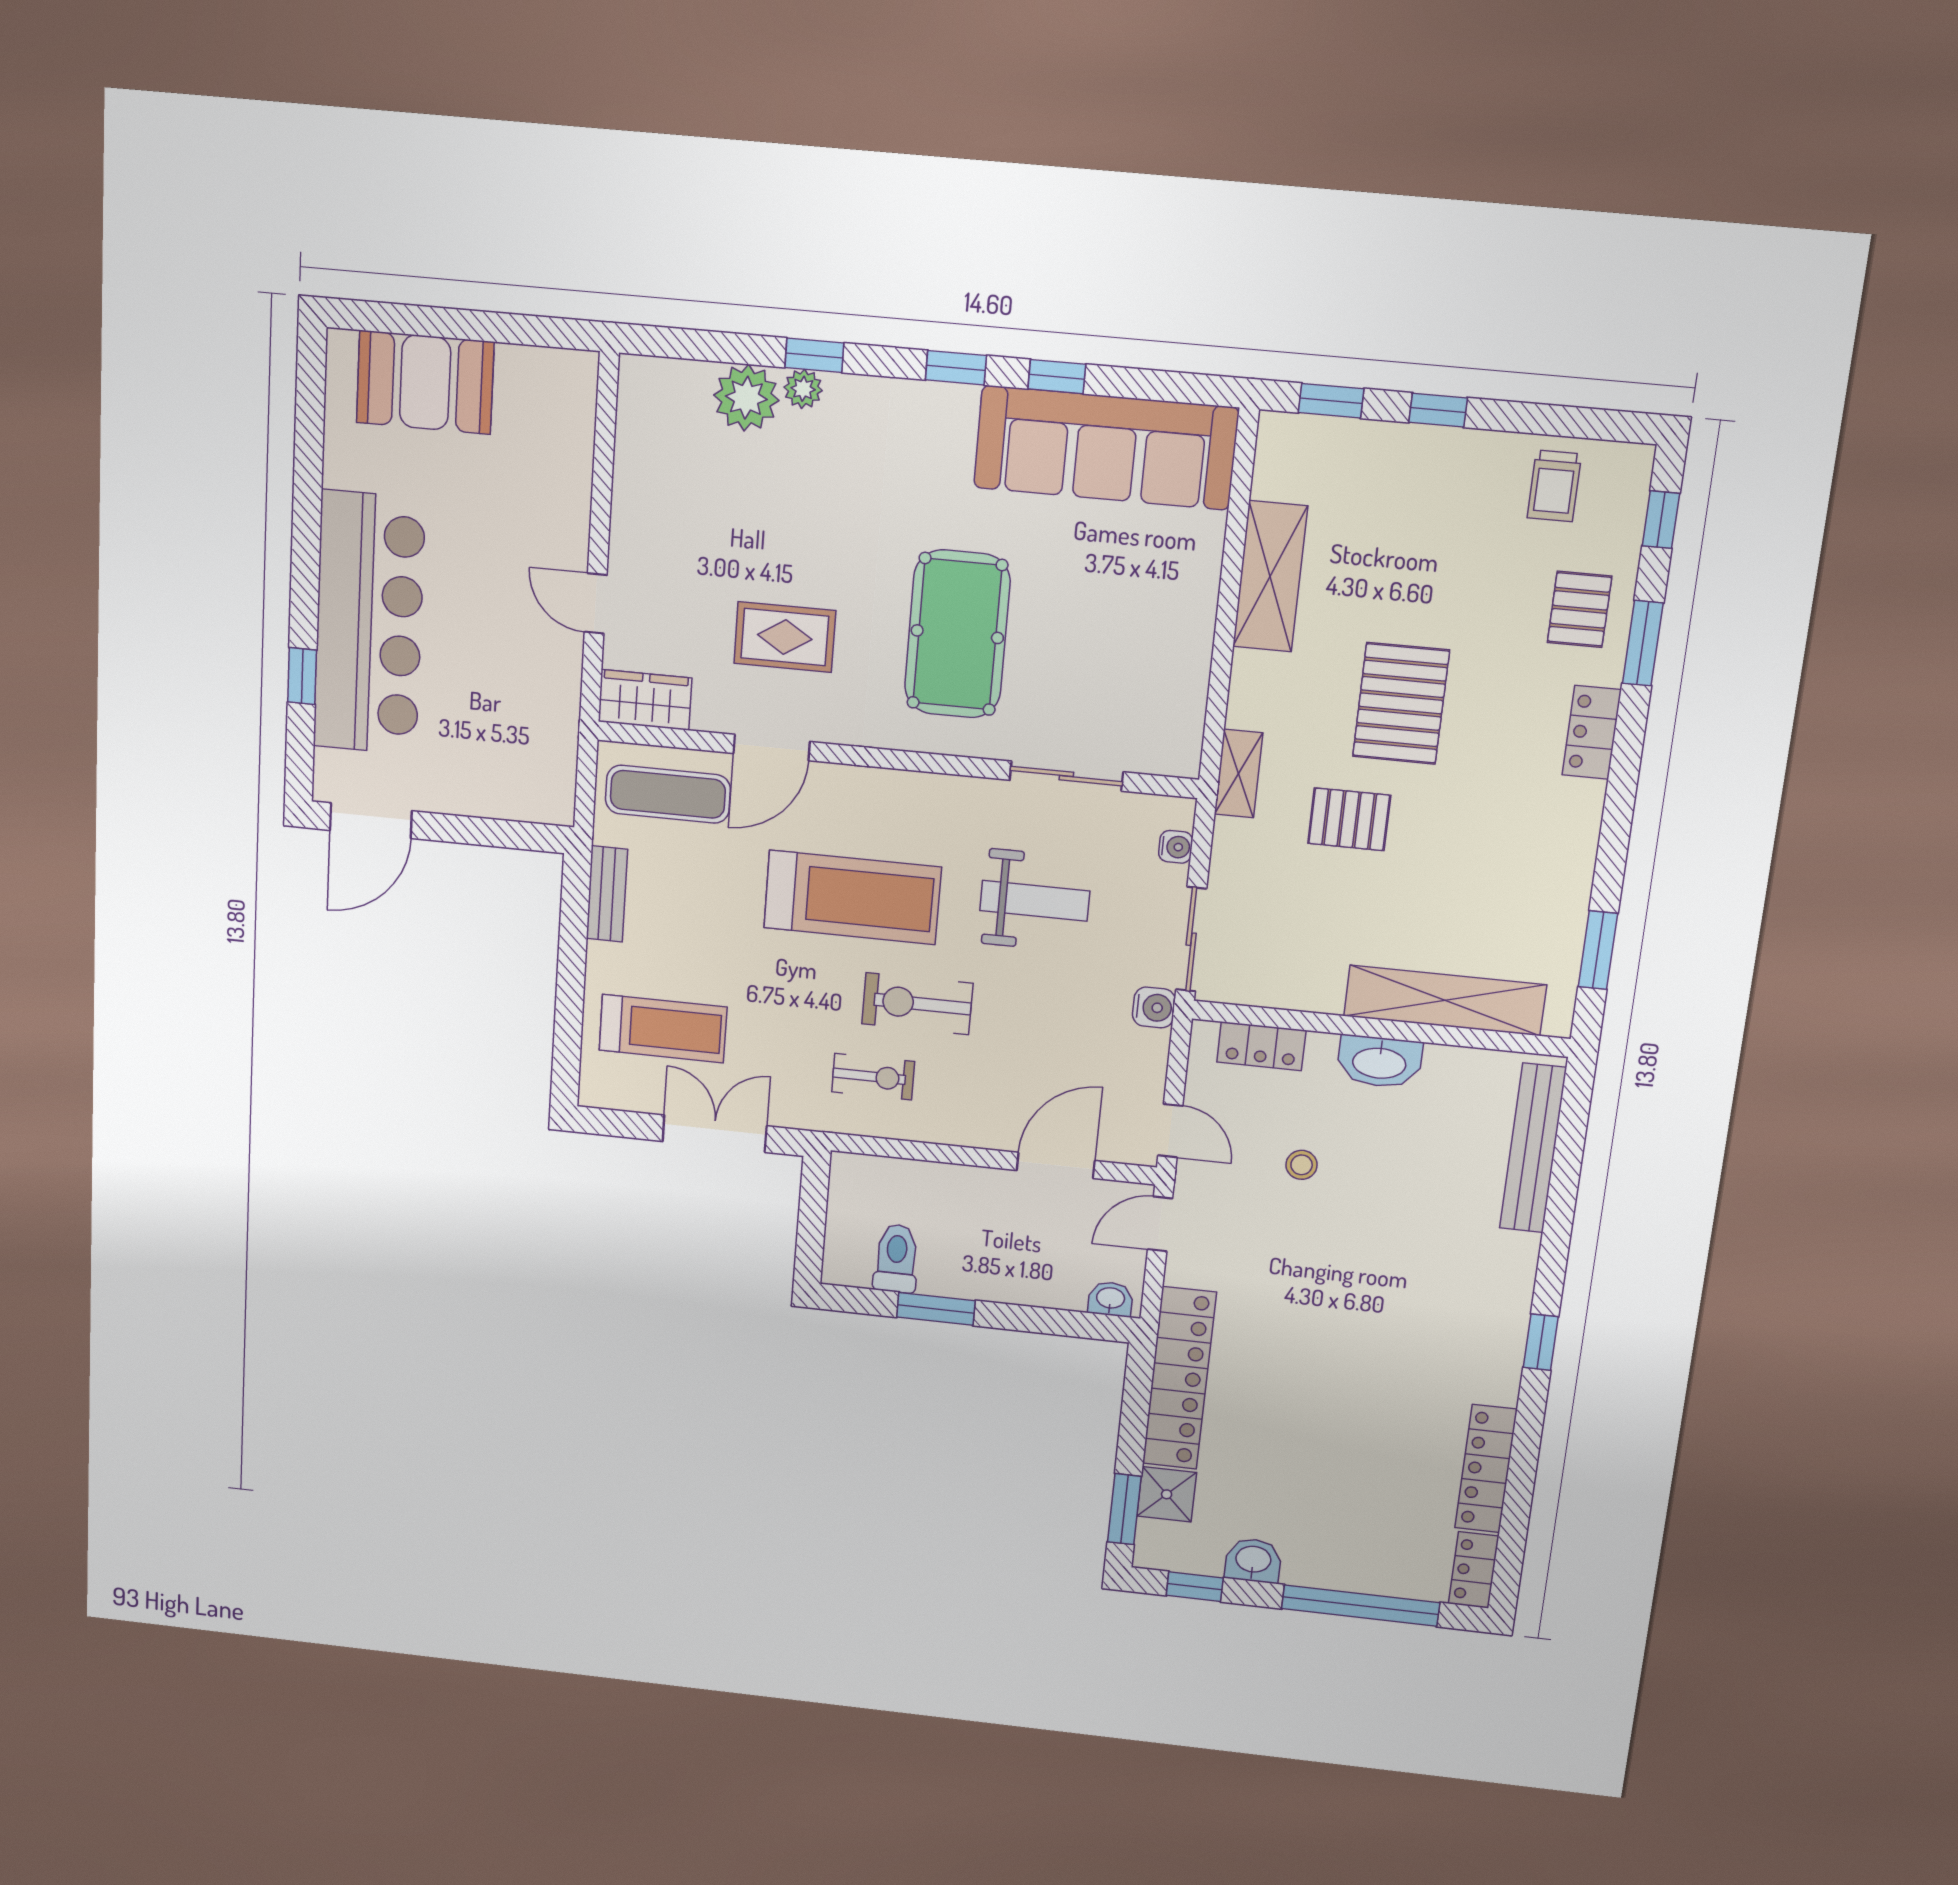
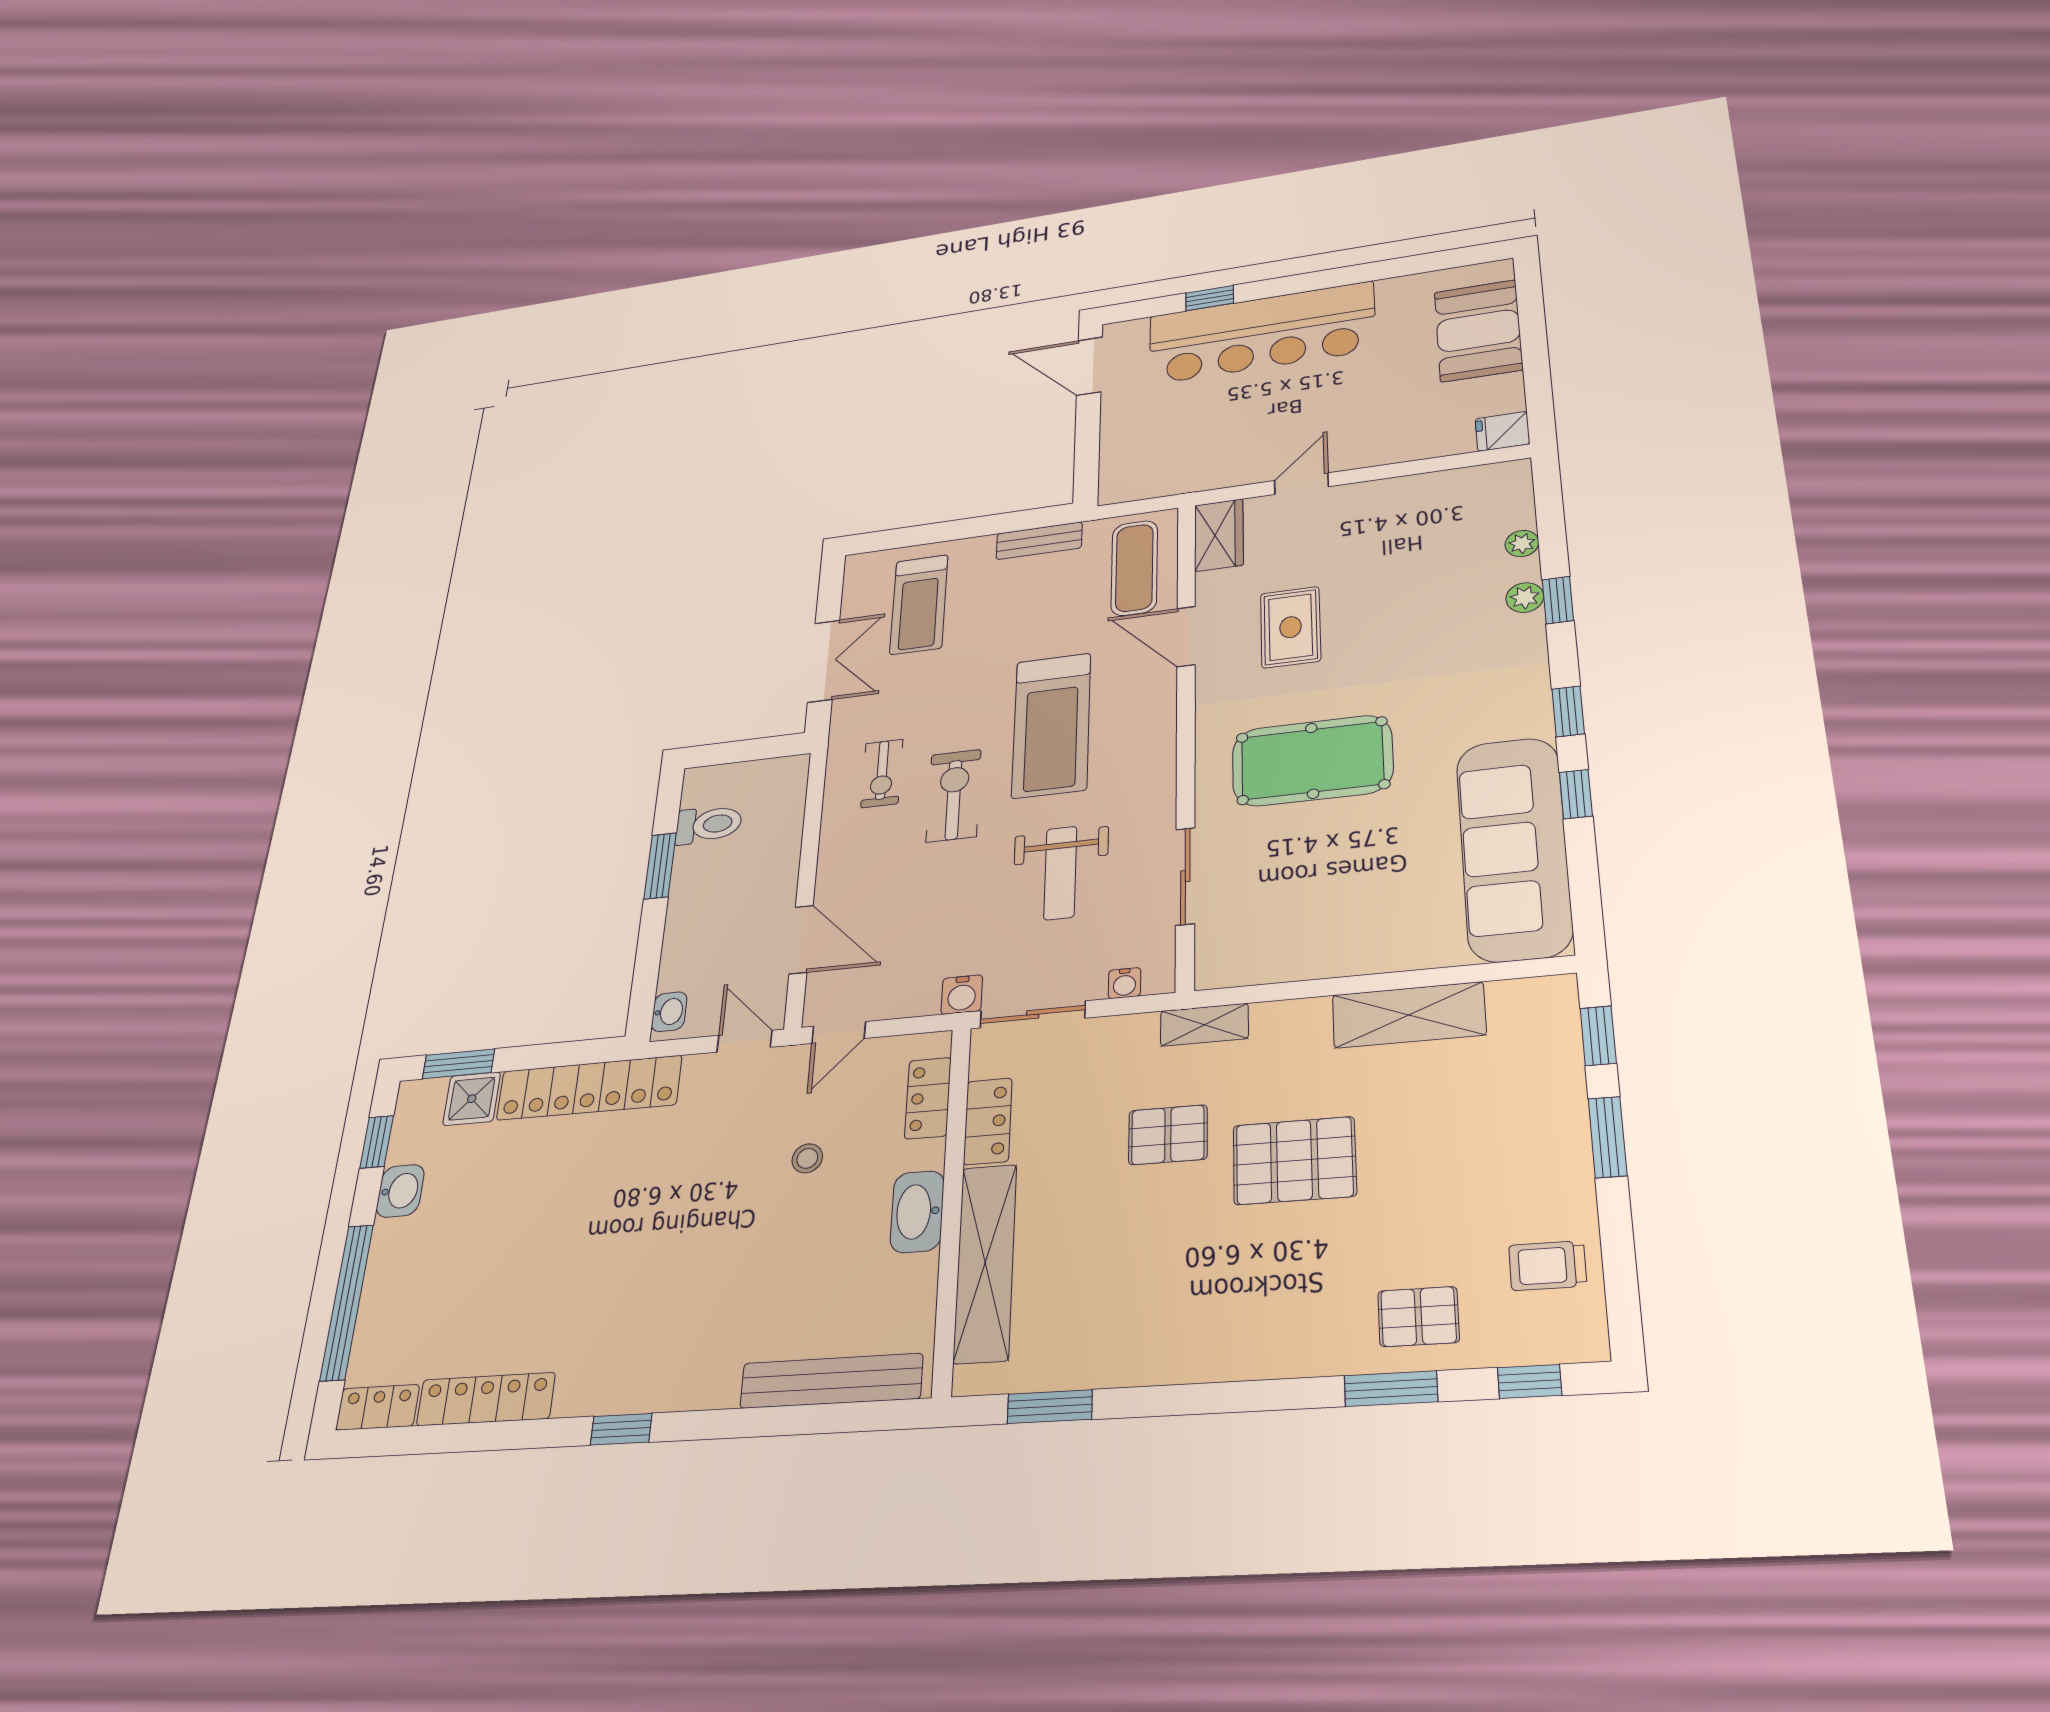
fridge: (575, 378) -> (1502, 431), added
plant: (746, 398) -> (1522, 544), width x0.53, depth x0.53
window: (1438, 410) -> (1608, 1137), width x1.50
locker: (1592, 732) -> (988, 1121), moved, turned 90
pallet: (1349, 819) -> (1168, 1135), turned 90

